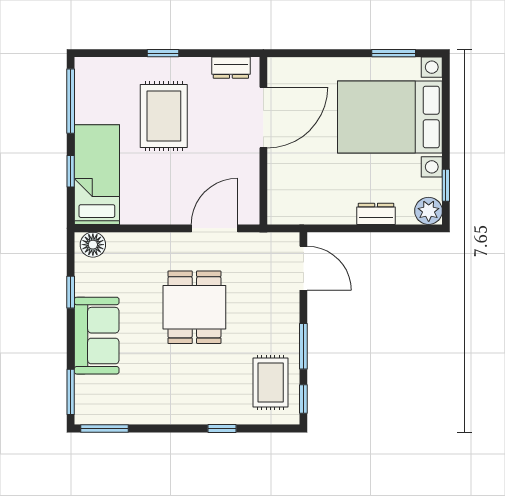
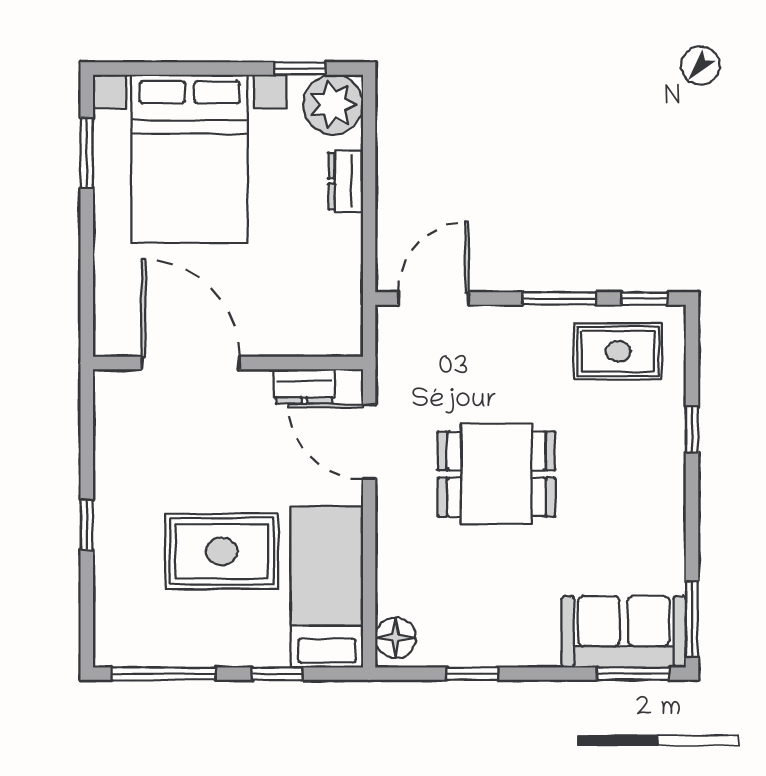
dresser: (231, 68) -> (304, 386), moved, turned 90
rug: (164, 116) -> (222, 551), moved
bed: (97, 175) -> (327, 587), moved, turned 90
plant: (429, 211) -> (333, 105), width x1.36, depth x1.36
sofa: (97, 336) -> (624, 632), moved

